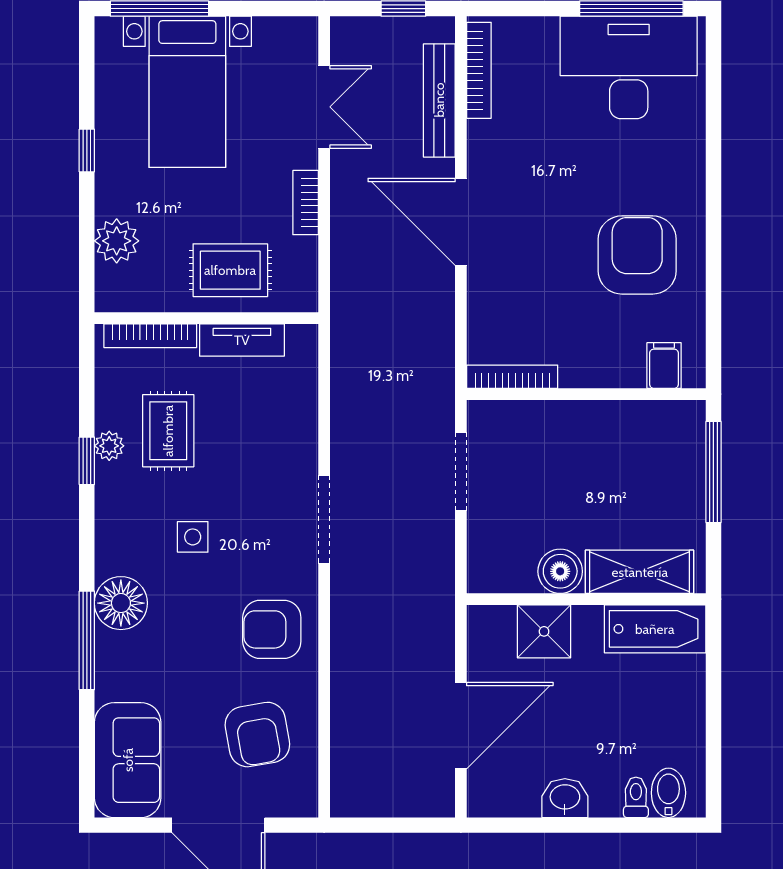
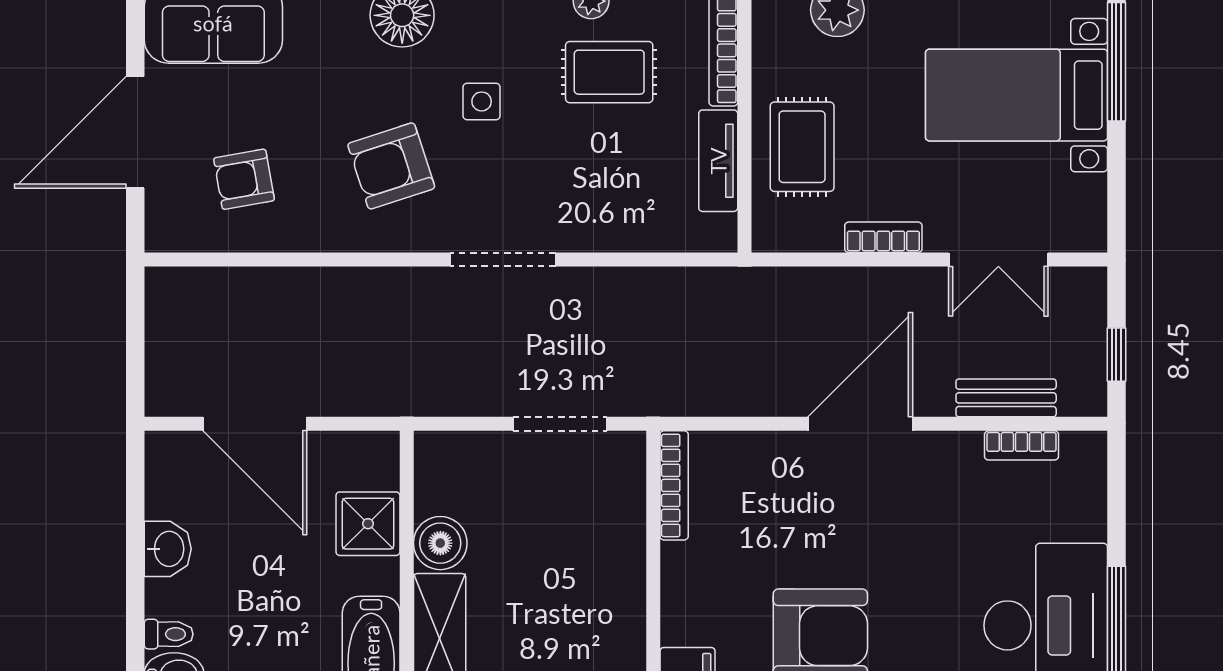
bookcase: (479, 70) -> (1022, 445), width x0.64
bench: (439, 100) -> (1006, 398), width x0.73
armchair: (272, 629) -> (391, 166), moved, turned -108
armchair: (257, 735) -> (244, 179), width x0.72, depth x0.72

